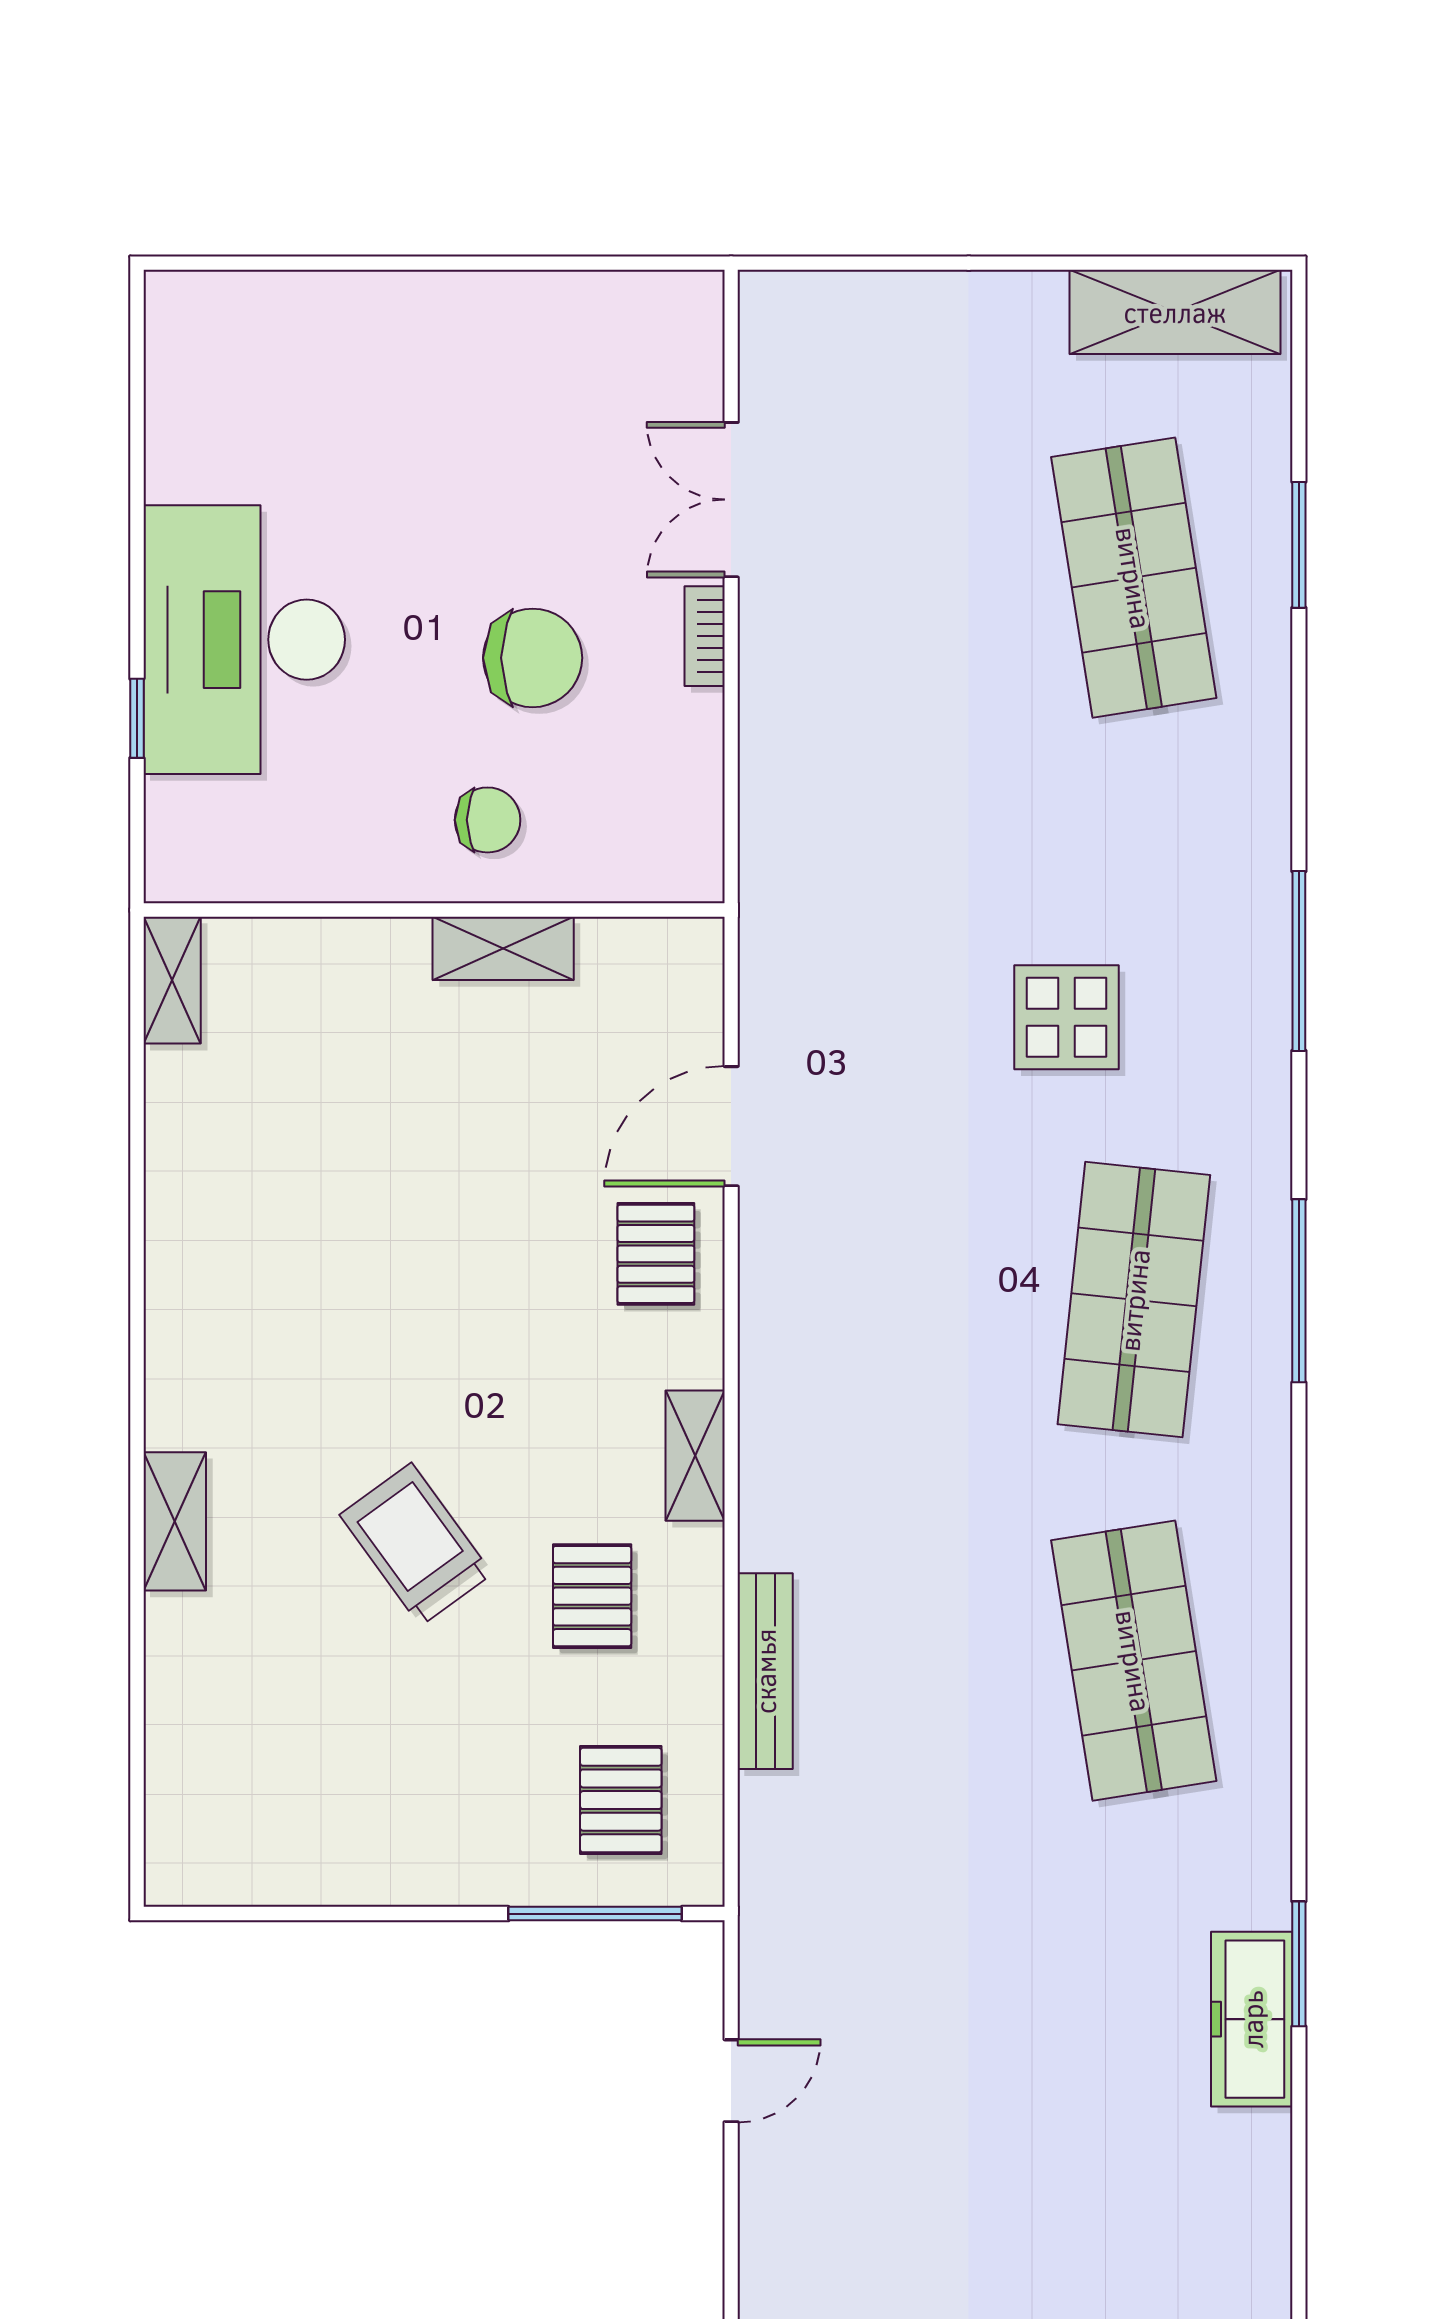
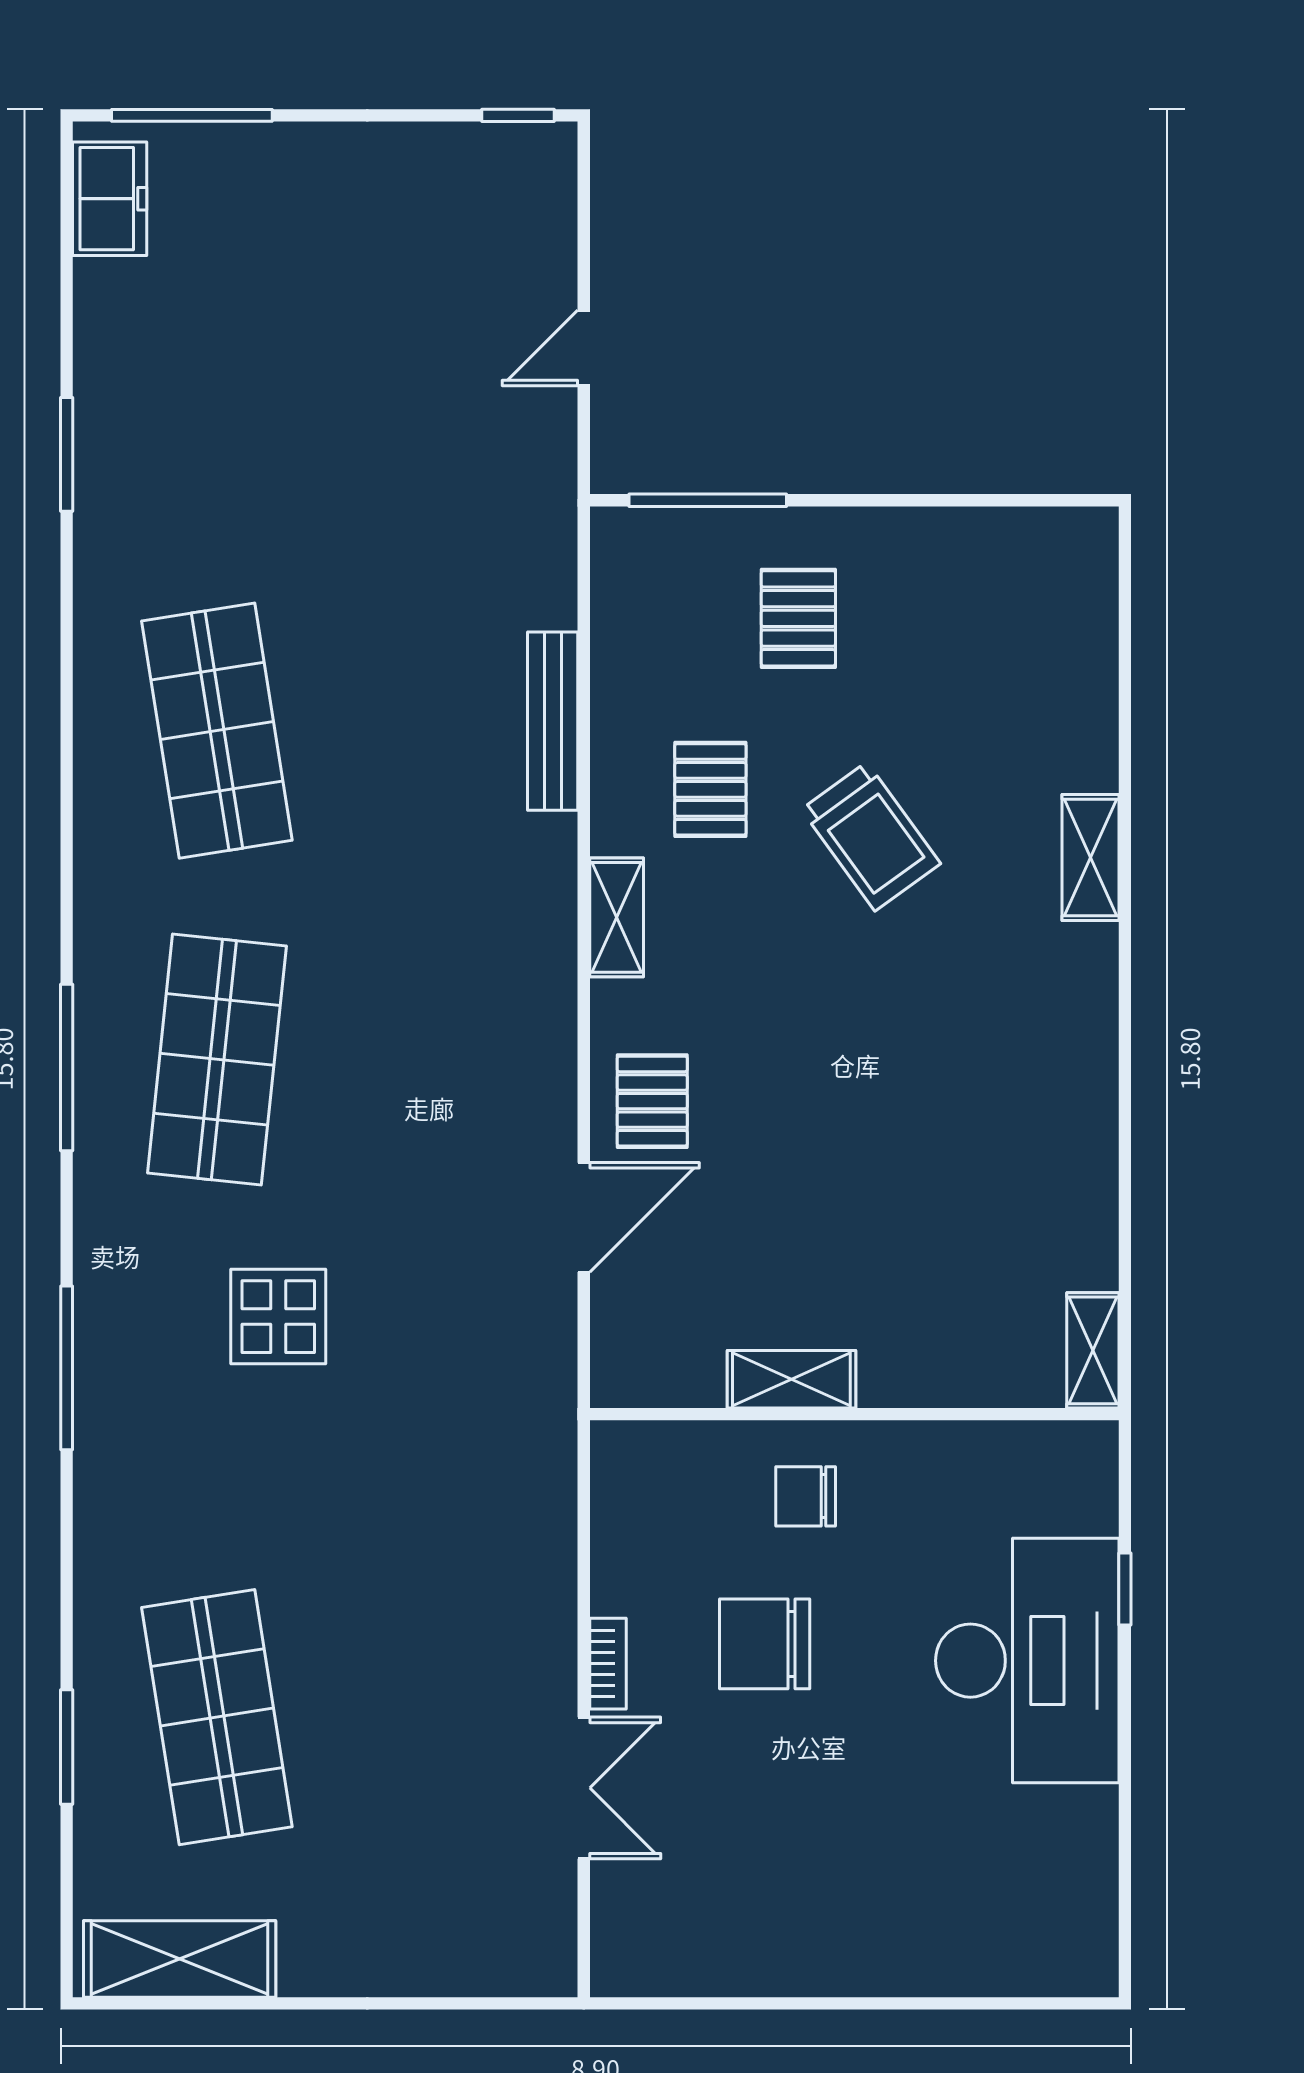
pallet: (621, 1800) -> (798, 618), moved
freezer: (1252, 2019) -> (110, 199), moved, width x0.71

